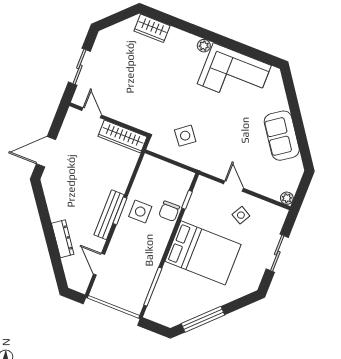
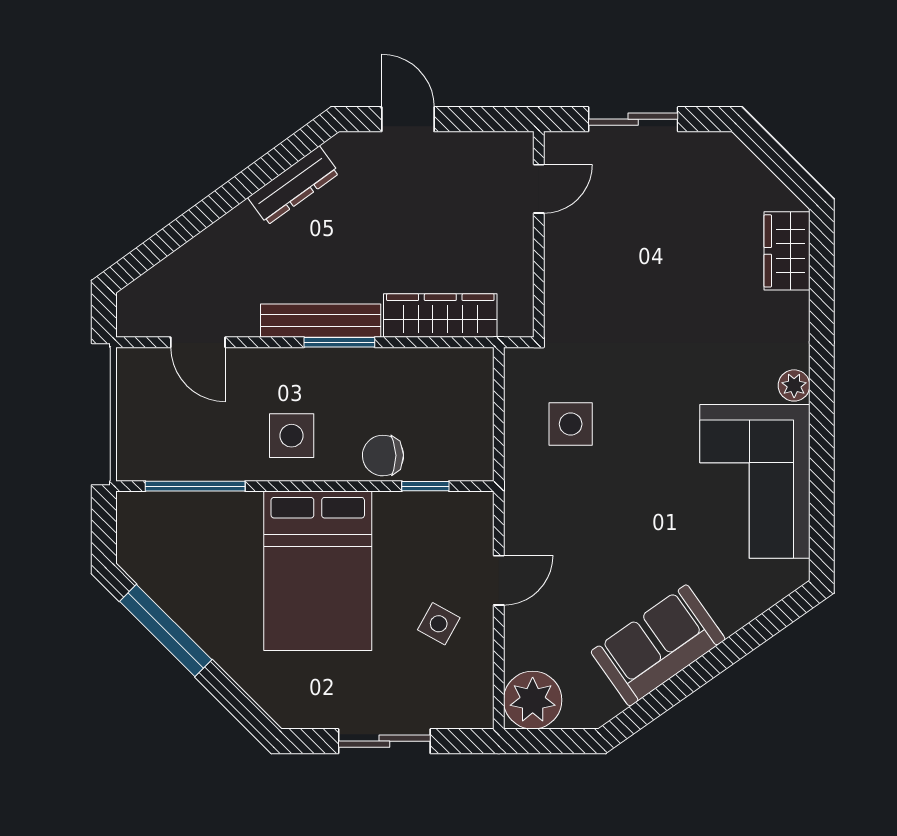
wardrobe: (122, 136) -> (440, 316), moved, turned 90
side table: (185, 136) -> (571, 424), turned 38
door: (46, 152) -> (408, 119), width x0.73
plant: (287, 198) -> (533, 700), width x1.88, depth x1.88
side table: (140, 212) -> (292, 436), moved
dresser: (63, 239) -> (294, 185), moved
door: (99, 264) -> (198, 342), swing flipped

